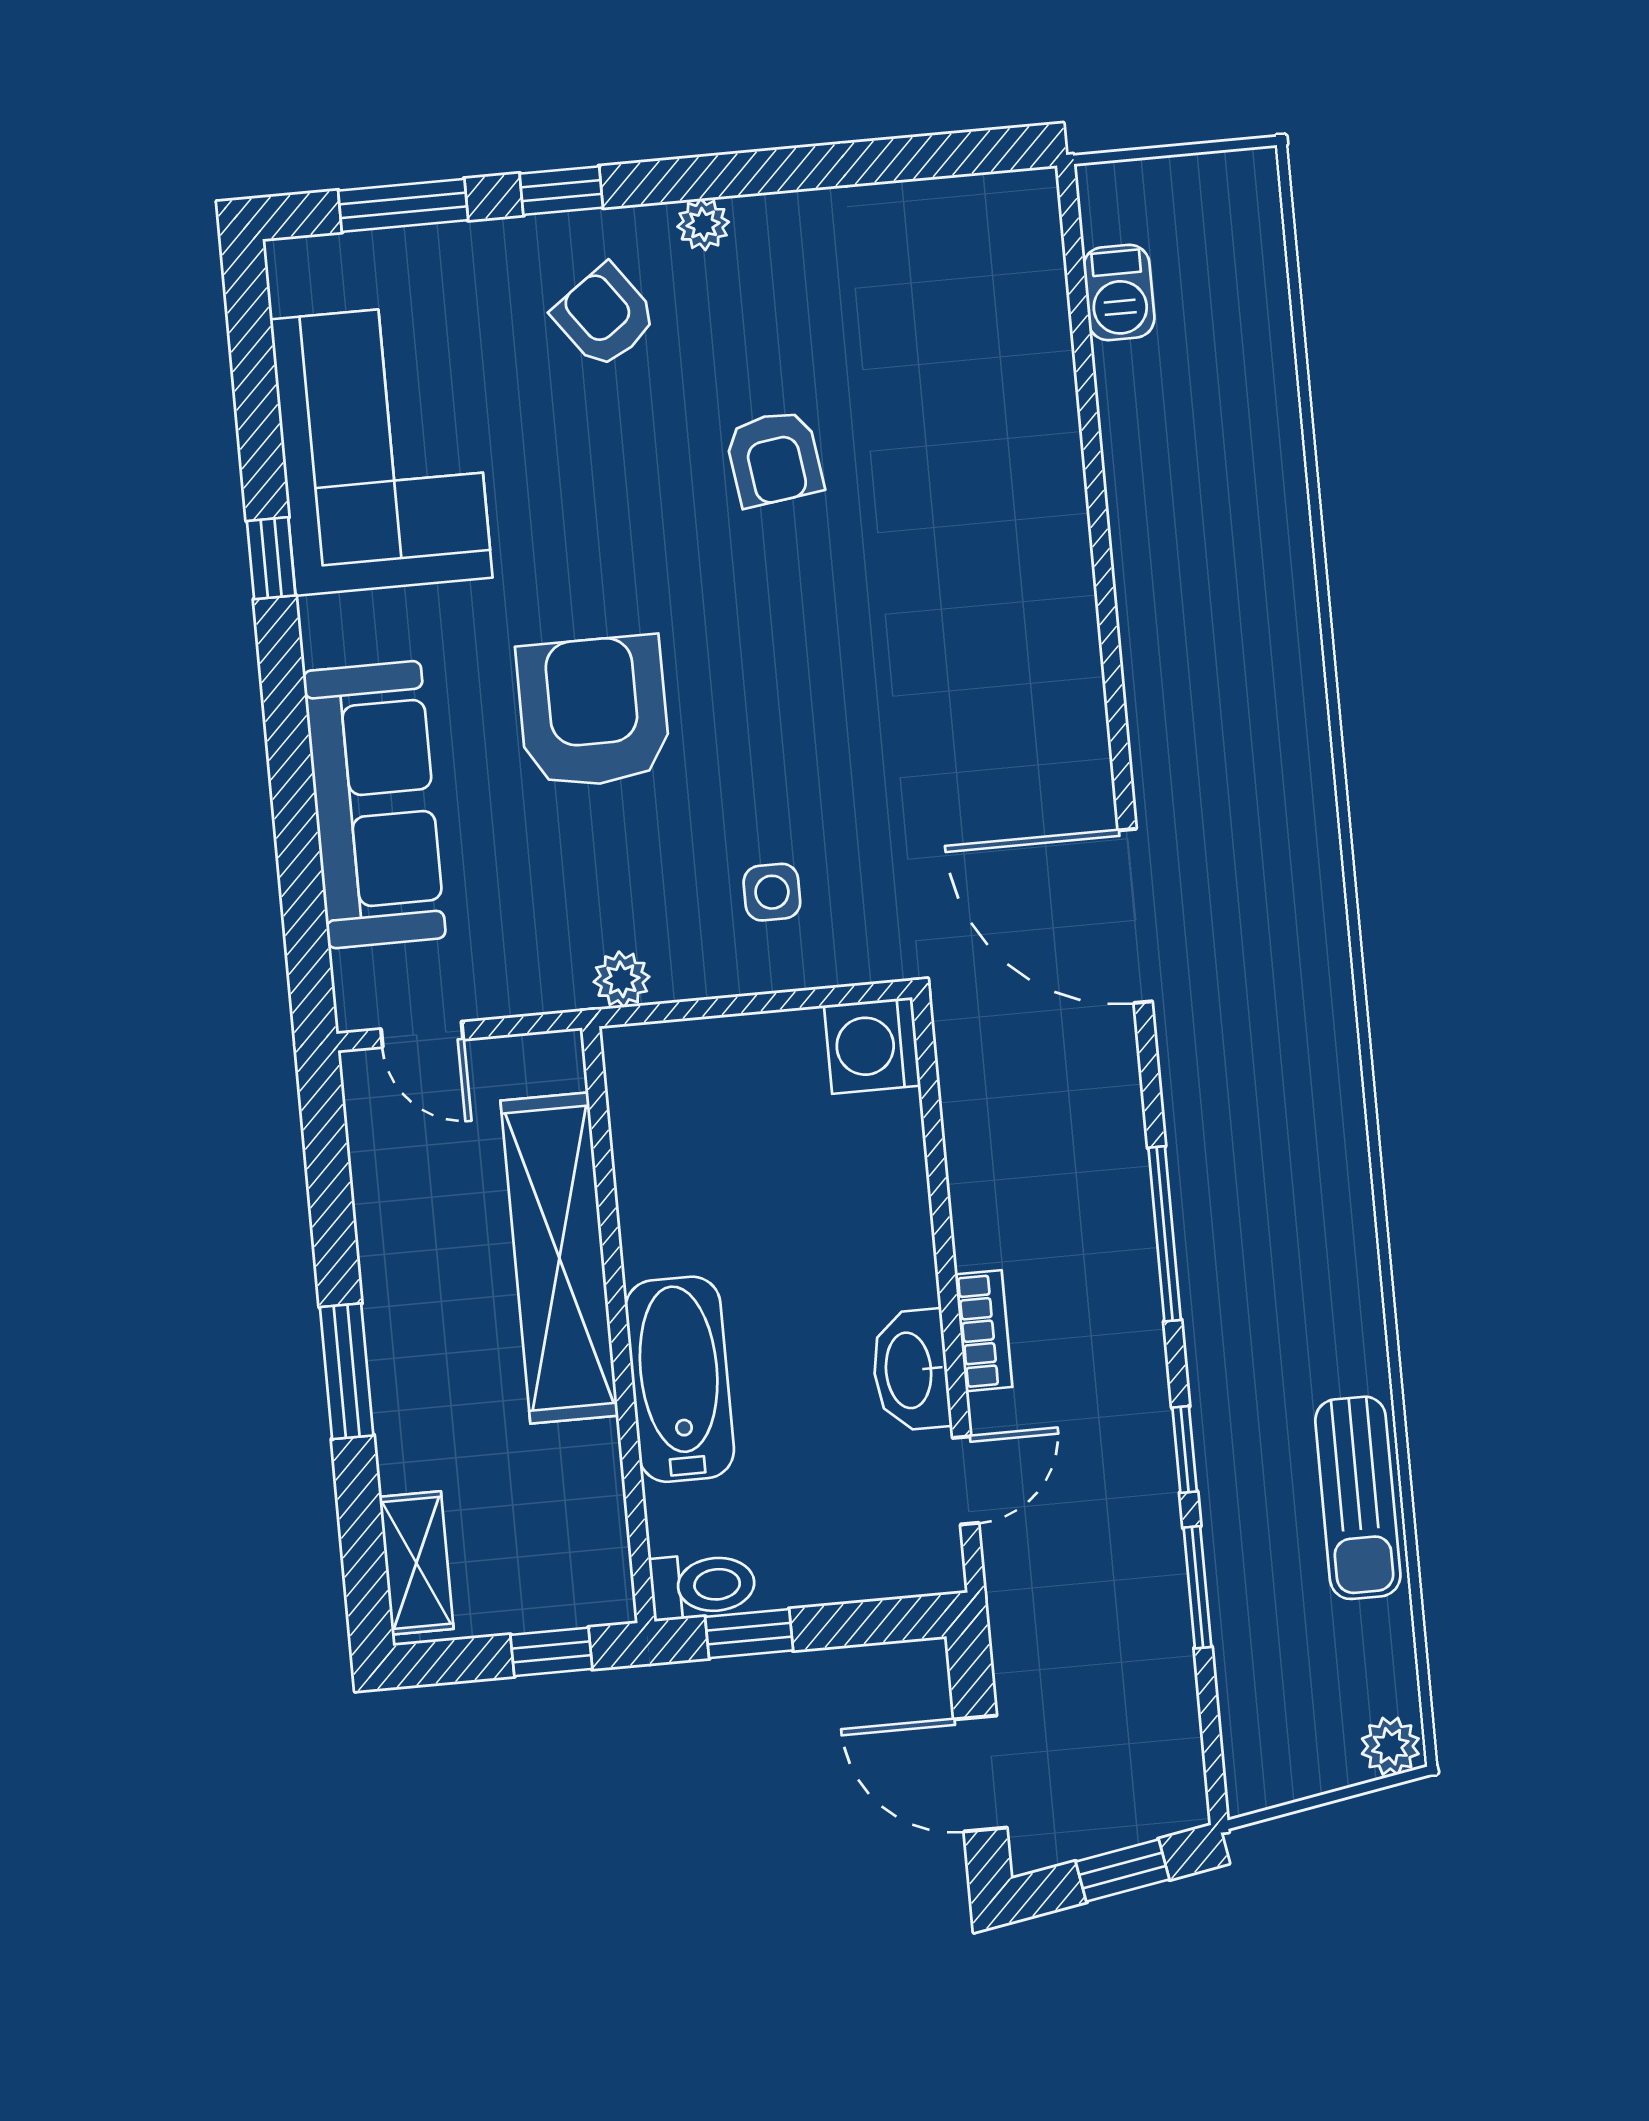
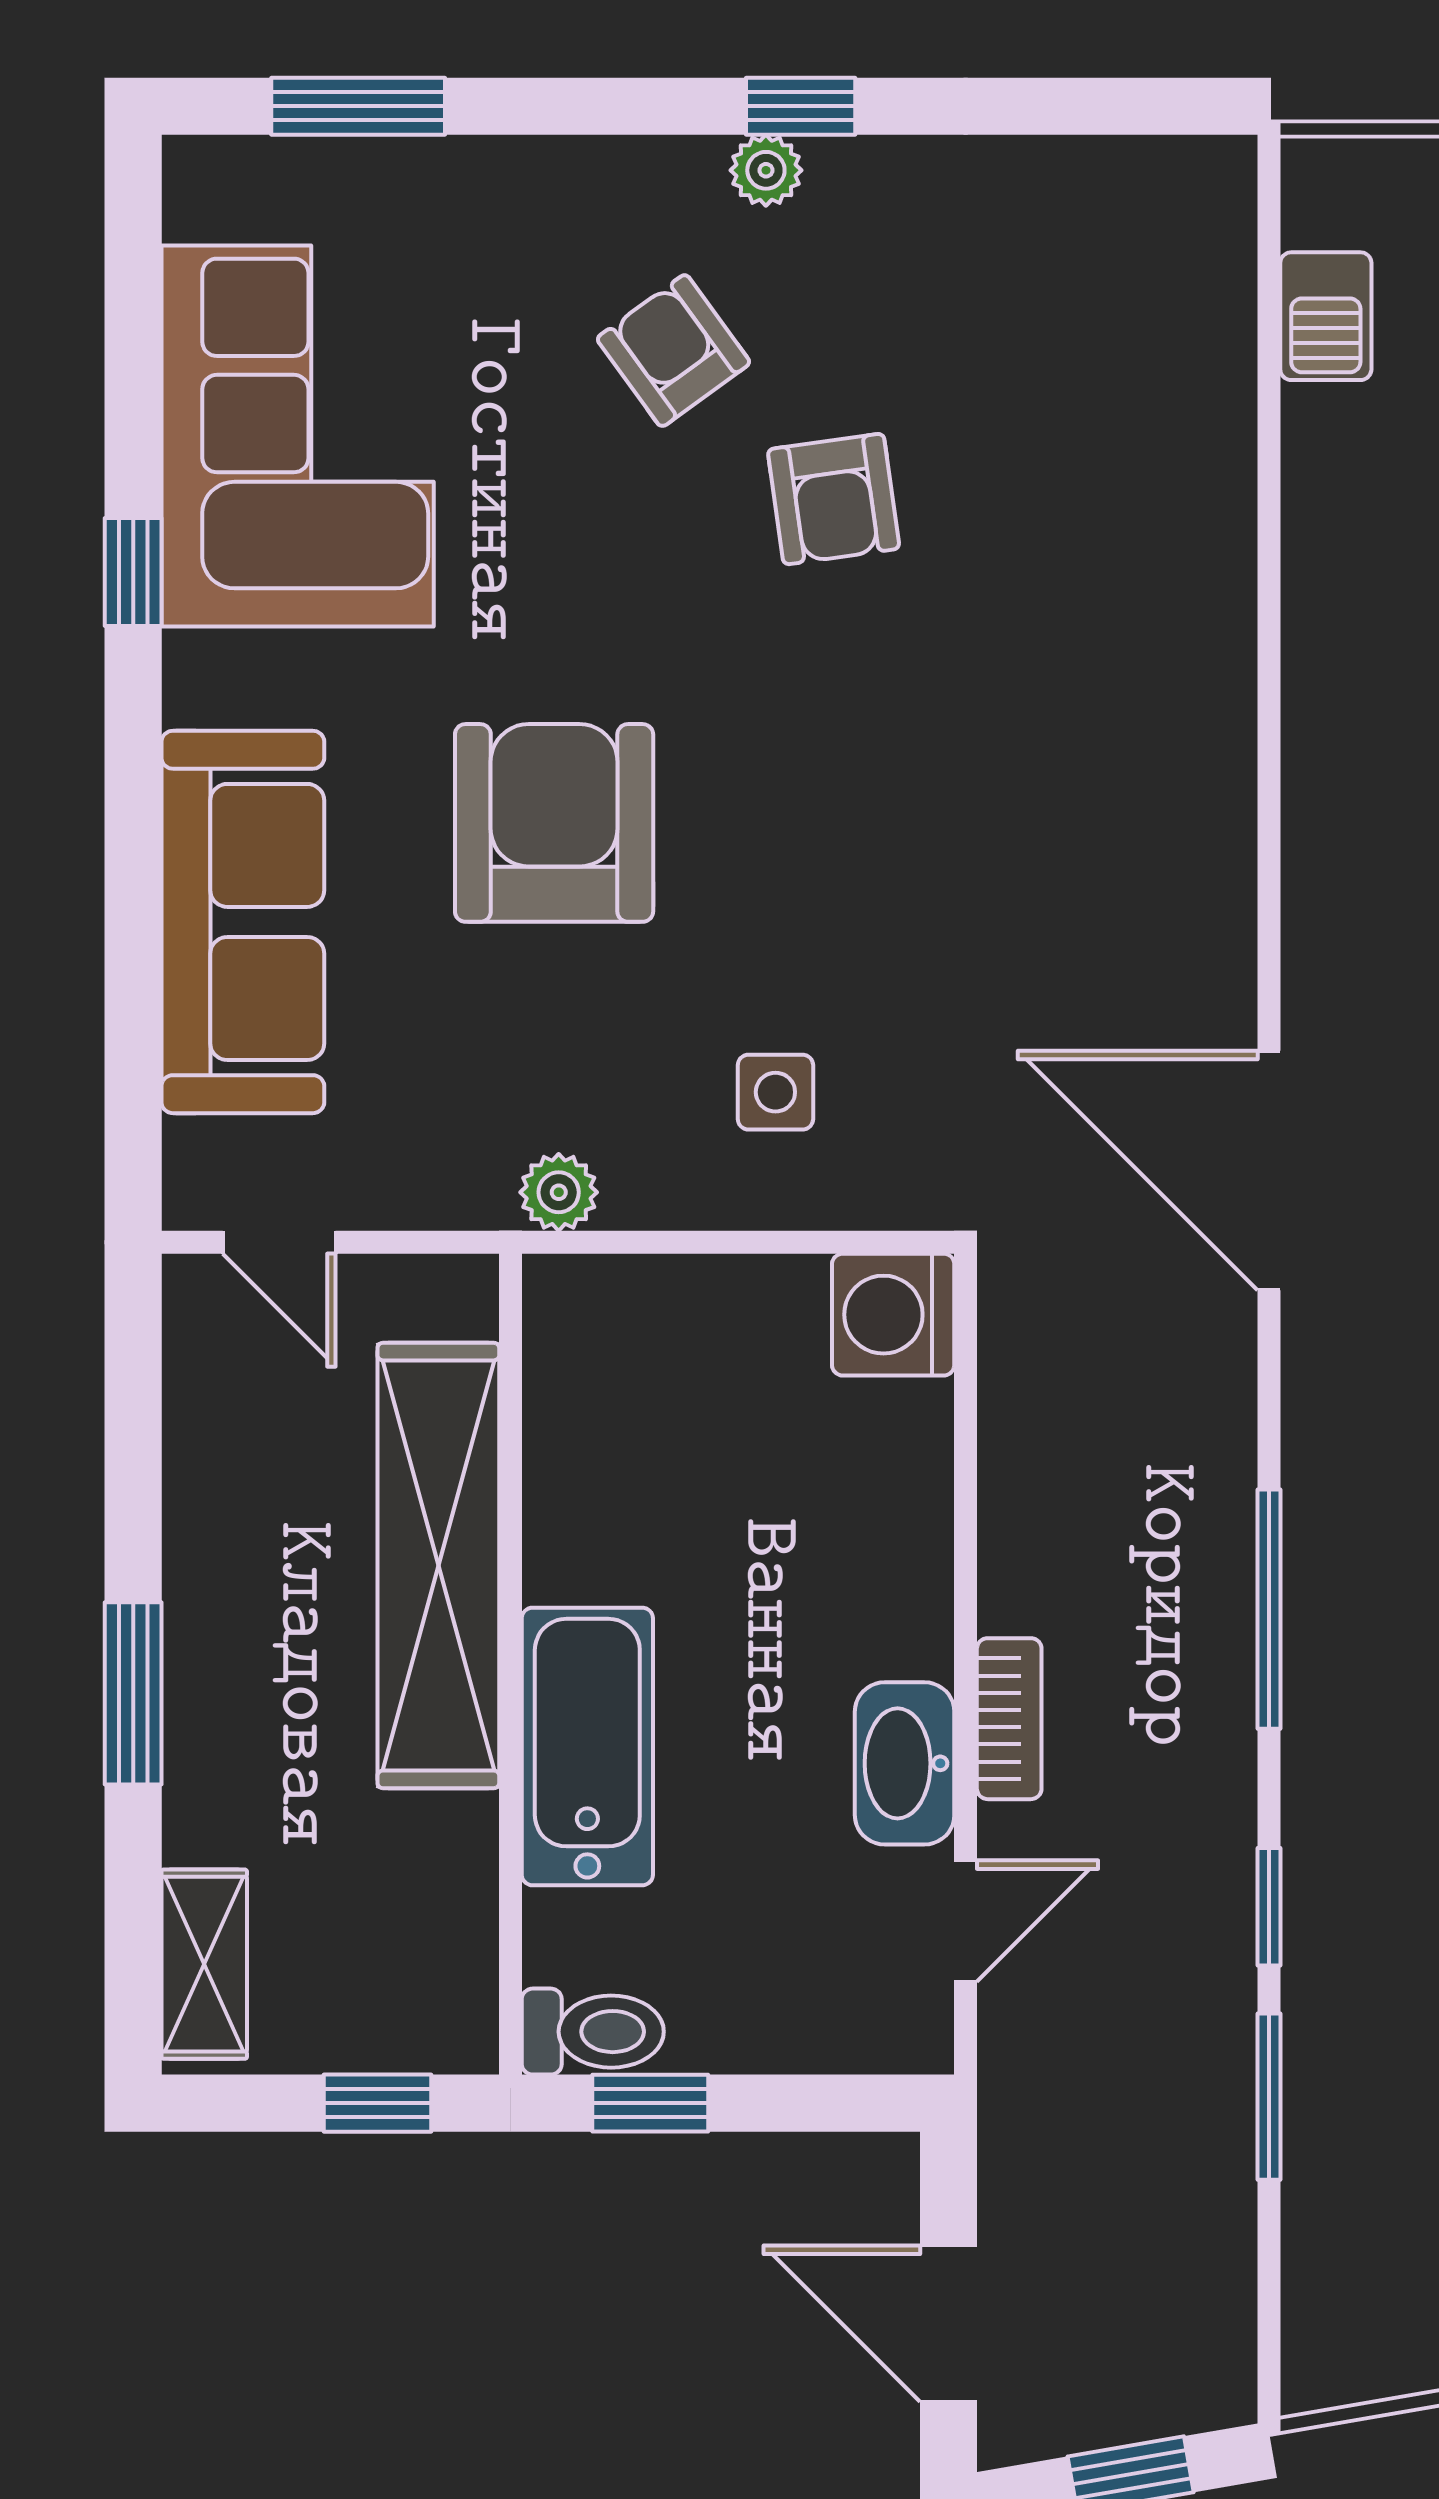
window: (561, 191) -> (801, 106), moved
armchair: (605, 316) -> (673, 351), moved

